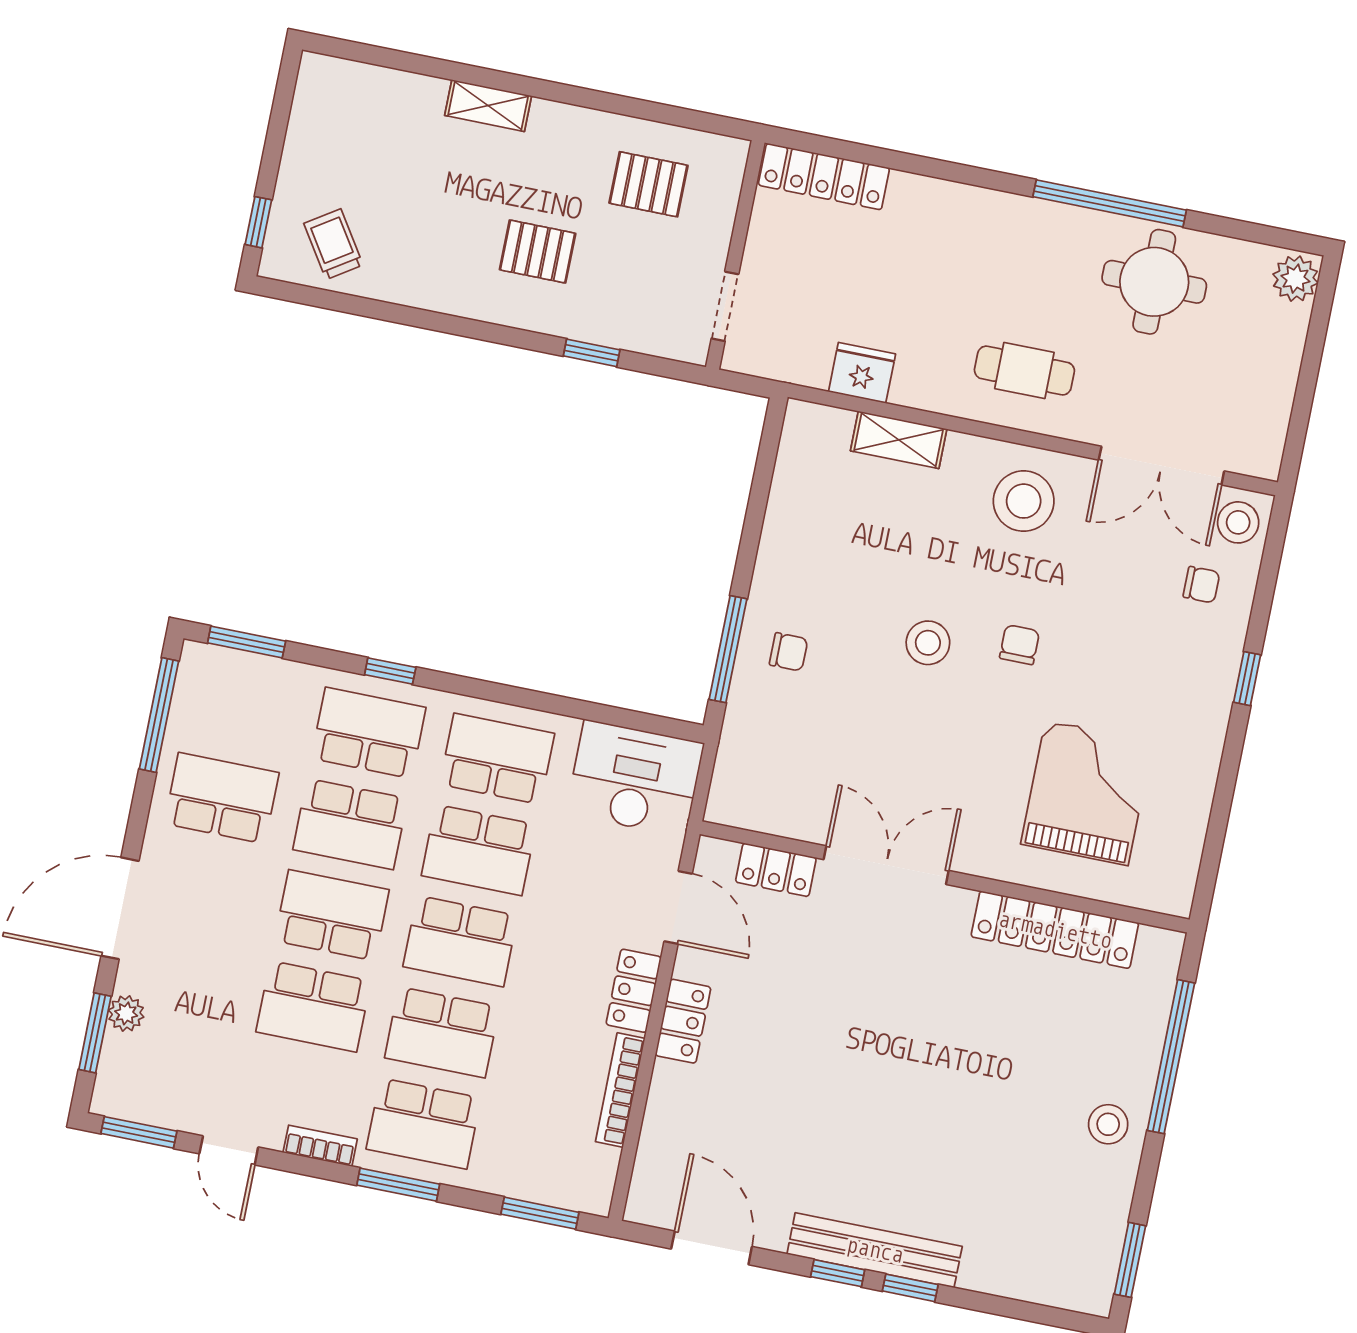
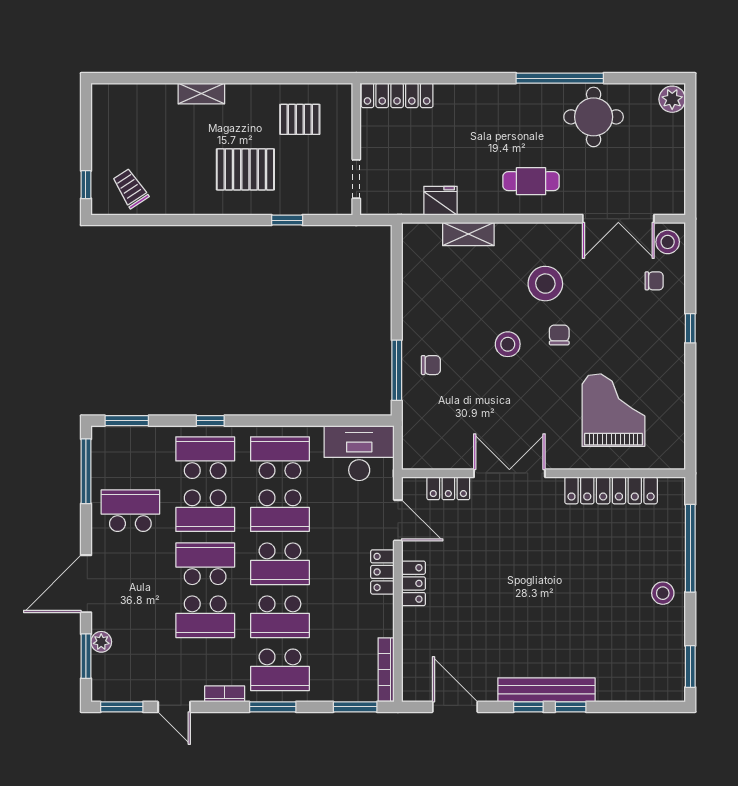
pallet: (538, 252) -> (245, 169), width x1.50, depth x1.42
stool: (1024, 501) -> (545, 284), moved
bookcase: (620, 1090) -> (386, 670), moved

